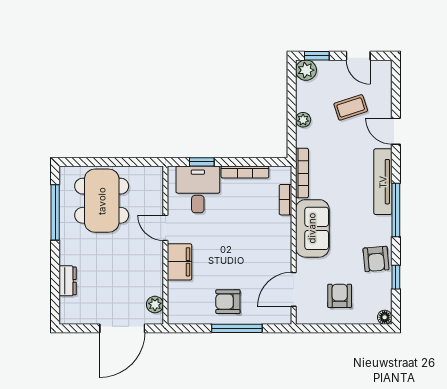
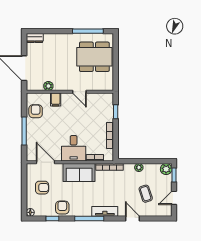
door: (396, 131) -> (133, 218), hinge flipped
tv unit: (383, 182) -> (105, 211), width x0.71
desk: (198, 189) -> (74, 148), moved, turned 90
door: (165, 228) -> (79, 92), swing flipped
armchair: (376, 259) -> (62, 208), turned 95
filing cabinet: (179, 262) -> (56, 100), width x0.50
dresser: (68, 281) -> (35, 38), moved
armchair: (228, 302) -> (36, 111), moved
plant: (155, 305) -> (48, 86), moved

